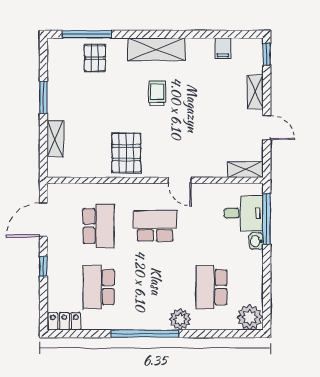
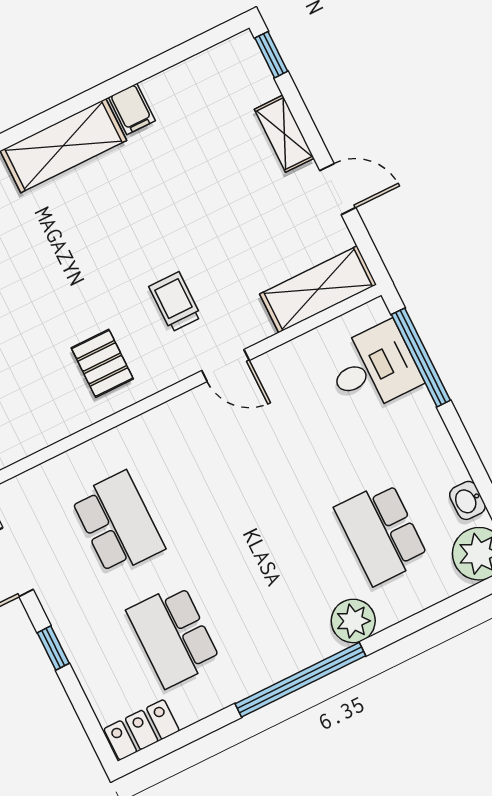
filing cabinet: (223, 48) -> (132, 109), moved
trolley: (157, 94) -> (175, 302), moved
pallet: (126, 153) -> (102, 363), width x0.67, depth x0.71
shelving: (245, 170) -> (318, 289), width x1.50, depth x1.33
school desk: (155, 226) -> (222, 472), removed
washbasin: (256, 241) -> (467, 500), moved

